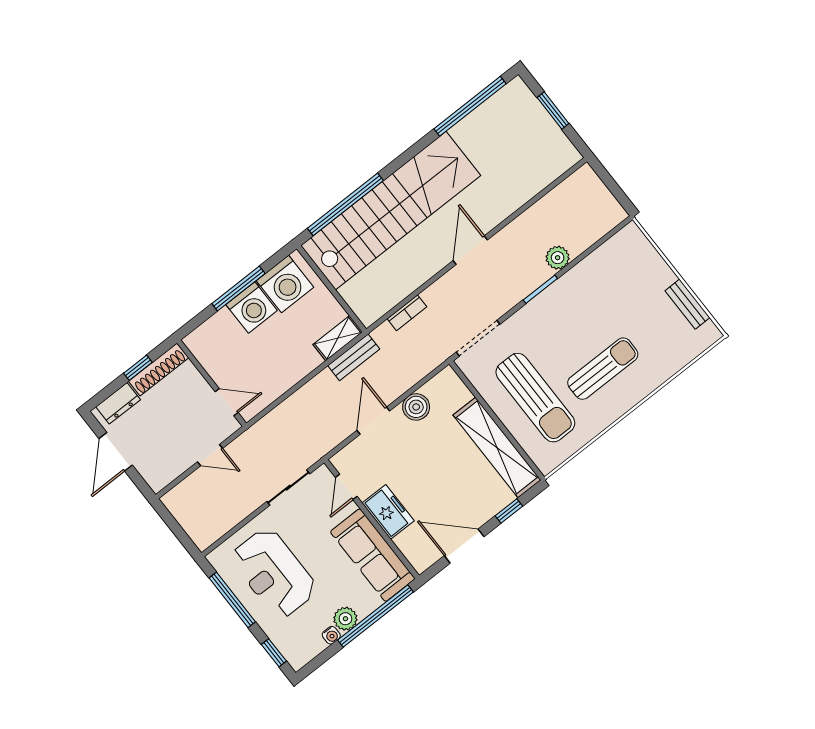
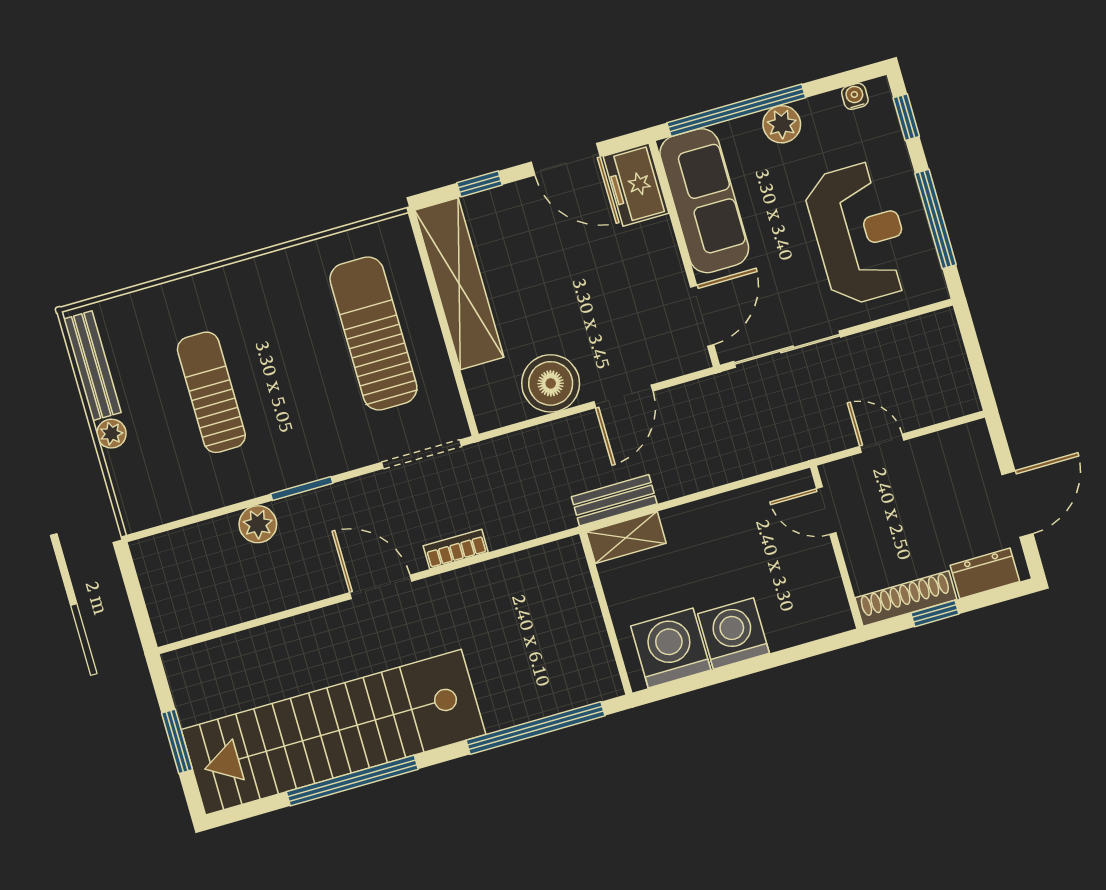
window: (470, 106) -> (352, 781), moved
stairs: (391, 211) -> (333, 732), moved
door: (470, 250) -> (381, 587), swing flipped
plant: (665, 276) -> (111, 434), added
window: (238, 289) -> (741, 669), removed
bench: (687, 304) -> (92, 366), width x1.36
bookcase: (407, 313) -> (456, 549), moved
sun lounger: (603, 369) -> (211, 392), moved, turned 90
boiler: (416, 407) -> (551, 383), width x1.37, depth x1.37
door: (346, 487) -> (702, 316), width x1.38
sliding door: (288, 488) -> (787, 349), width x1.37
freezer: (388, 512) -> (636, 185), moved
water cooler: (331, 635) -> (855, 96), moved

